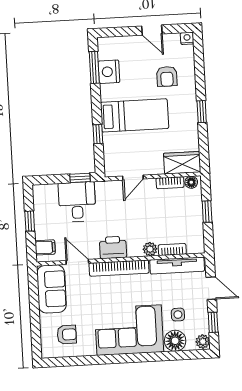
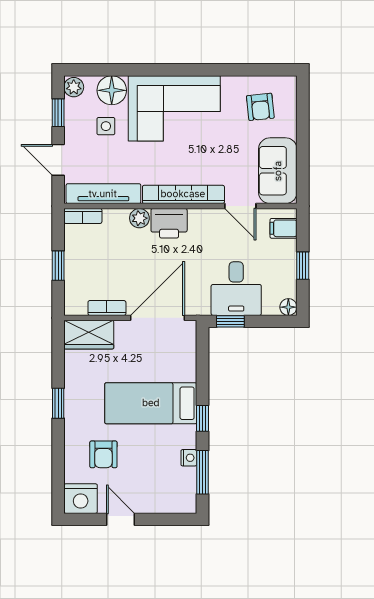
nightstand: (187, 38) -> (81, 499), width x1.89, depth x1.79
nightstand: (109, 72) -> (189, 458), width x0.53, depth x0.56
armchair: (167, 76) -> (103, 454), turned 180
window: (98, 134) -> (203, 418), moved
door: (133, 178) -> (158, 318), width x1.87
floor lamp: (191, 182) -> (288, 307), moved
printer: (113, 247) -> (169, 223), moved
bookcase: (172, 250) -> (83, 216), moved
armchair: (67, 335) -> (260, 107), turned -96

